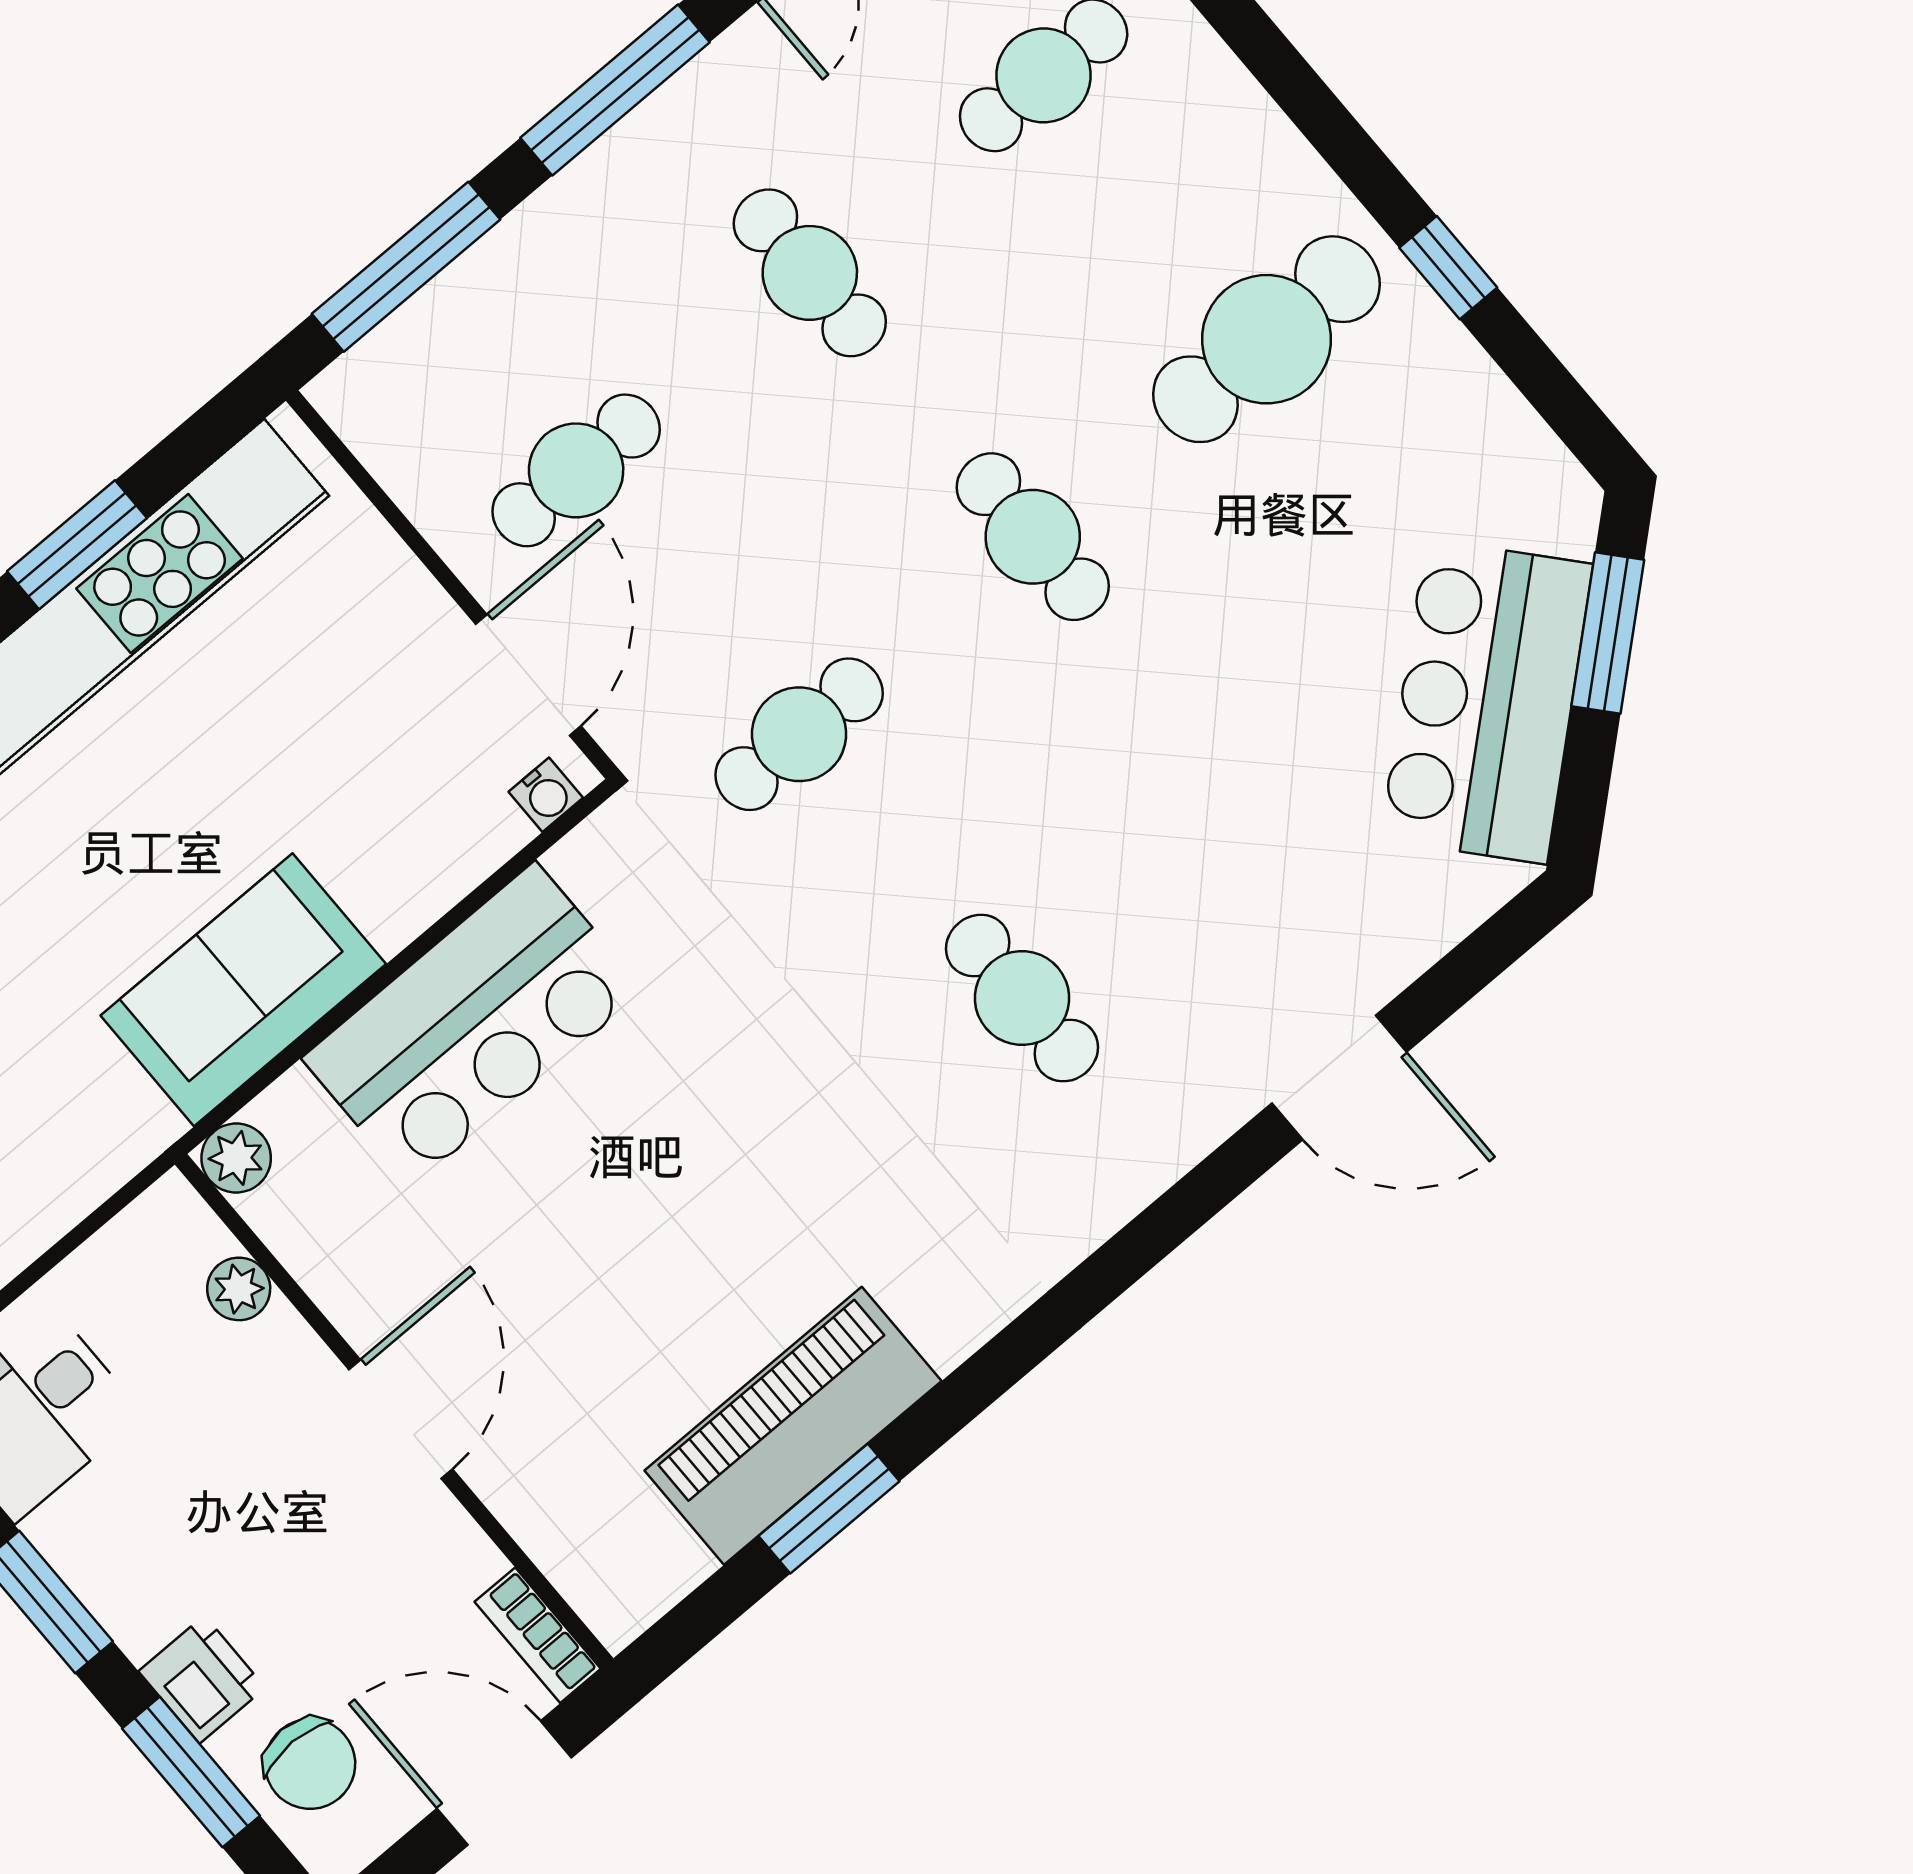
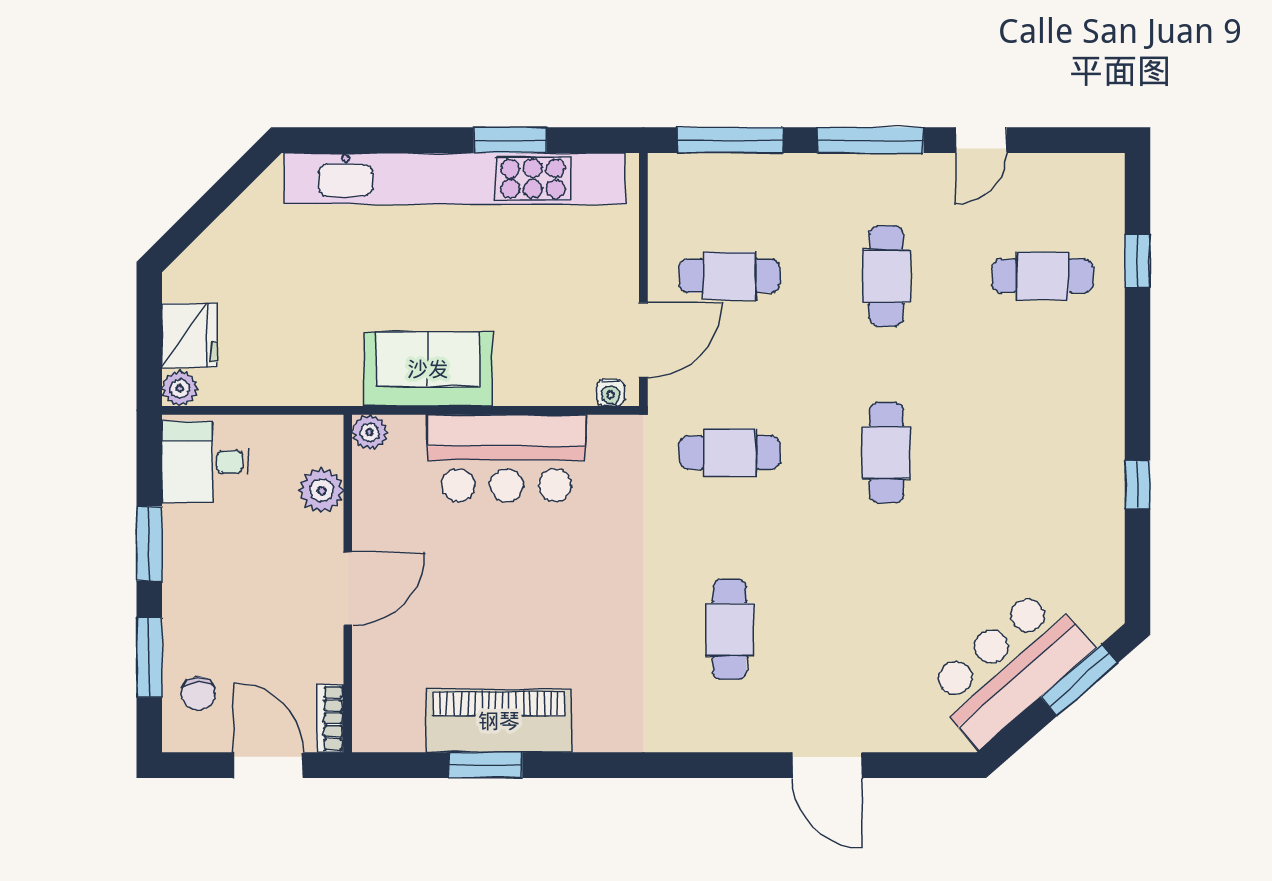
cafe table: (1266, 339) -> (1043, 453), removed
plant: (239, 1289) -> (321, 490), width x1.38, depth x1.38
printer: (202, 1679) -> (184, 625), removed
chair: (310, 1764) -> (198, 694), width x0.73, depth x0.73

